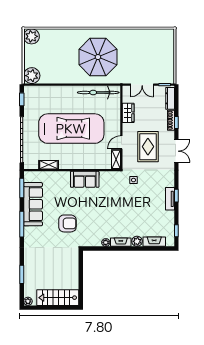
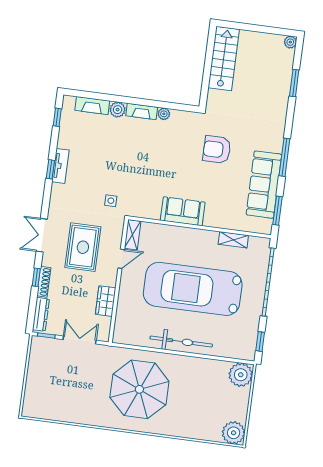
bicycle: (98, 92) -> (181, 342), moved
stairs: (58, 298) -> (224, 58), moved, turned -90

